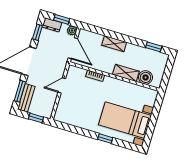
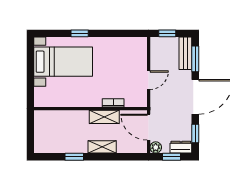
window: (154, 47) -> (74, 157), moved
shelving: (126, 73) -> (104, 117), moved
boiler: (146, 77) -> (54, 118), removed

